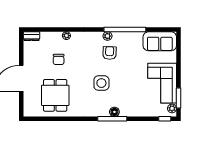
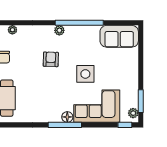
armchair: (110, 53) -> (51, 59), moved
side table: (101, 83) -> (85, 74), moved
corner sofa: (162, 83) -> (97, 106), moved, turned 90

